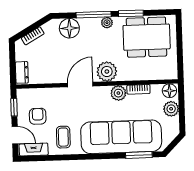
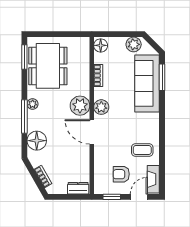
window: (131, 13) -> (24, 57), moved
plant: (118, 93) -> (101, 107), moved
plant: (171, 109) -> (134, 44), moved
sofa: (121, 137) -> (147, 83), width x0.74, depth x0.79

